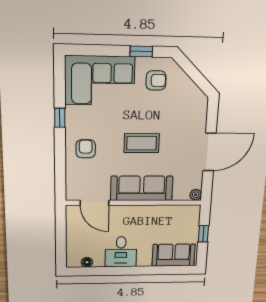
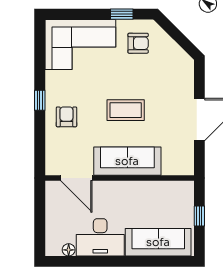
window: (60, 118) -> (40, 100), moved
plant: (196, 195) -> (187, 169), removed
desk: (121, 252) -> (100, 237), width x1.37
sofa: (174, 255) -> (158, 242), width x1.36

